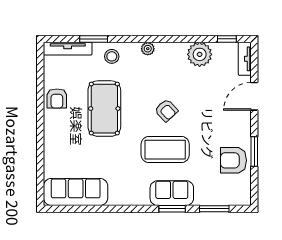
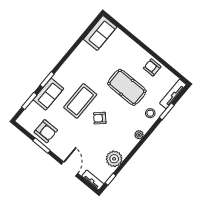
armchair: (233, 160) -> (46, 131), turned 90
sofa: (76, 192) -> (100, 33), width x0.73
sofa: (172, 193) -> (48, 94), moved

